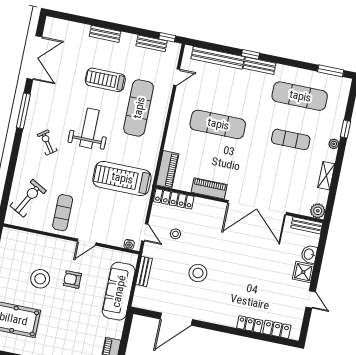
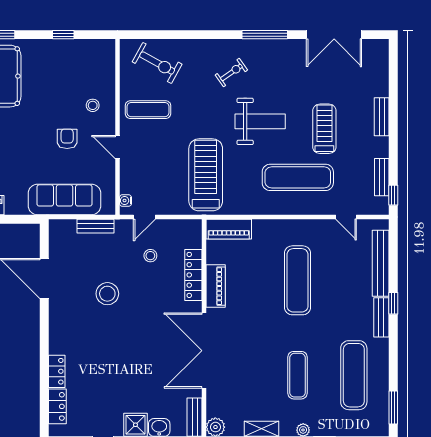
locker: (174, 199) -> (193, 275), moved
stool: (40, 279) -> (93, 105), moved, width x0.53, depth x0.53

